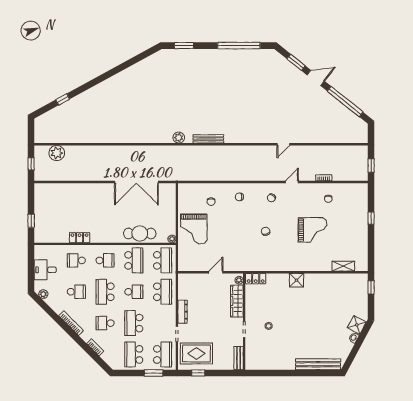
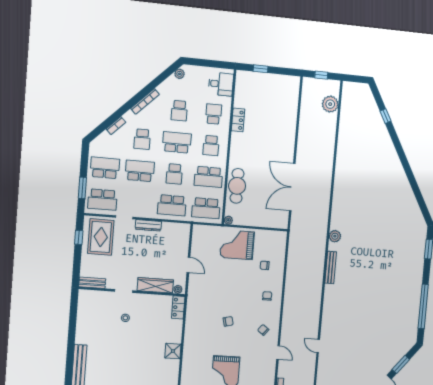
desk: (45, 270) -> (221, 84), moved, turned 90
school desk: (105, 323) -> (142, 139), turned 180

